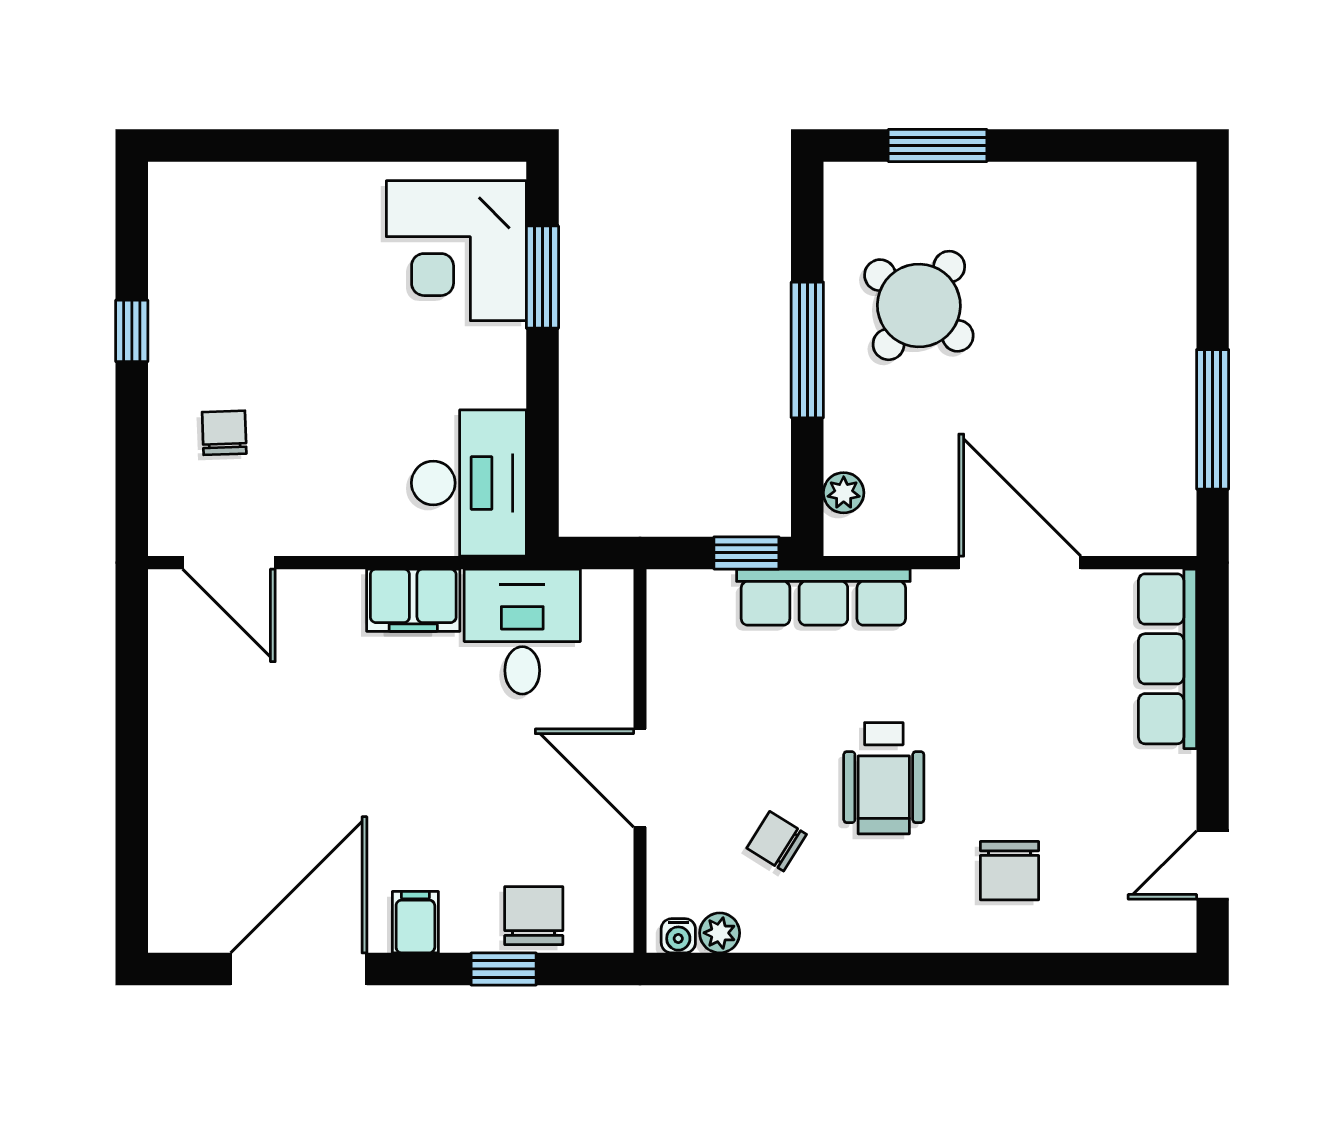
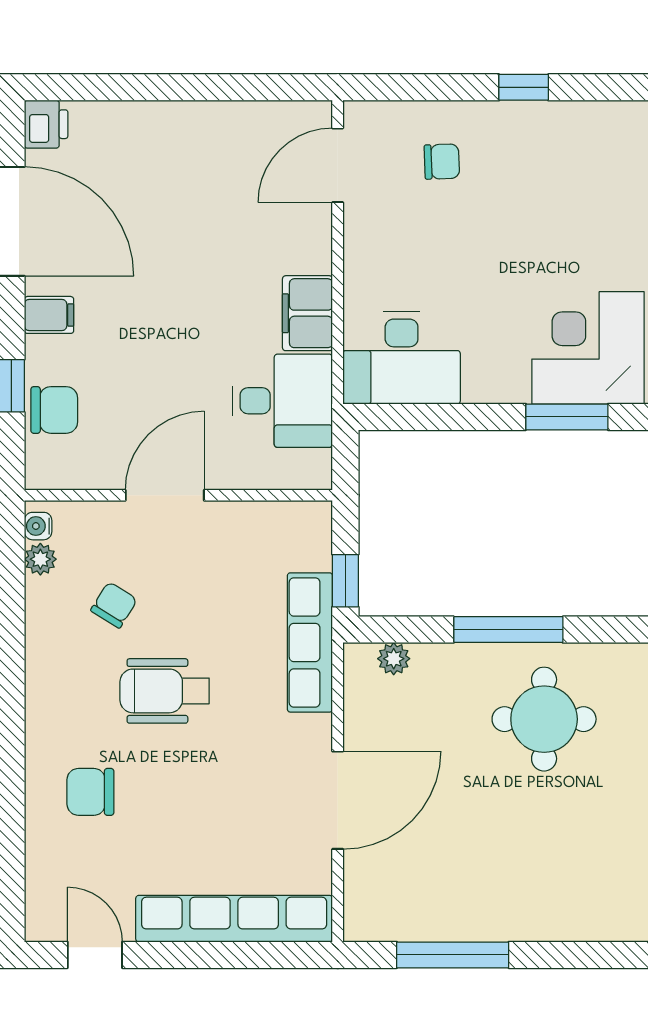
round table: (919, 305) -> (544, 719), turned -38
row of seats: (1167, 659) -> (234, 919), width x1.36
printer: (178, 926) -> (46, 124), added

